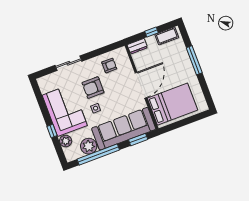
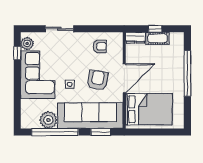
cot: (167, 36) -> (158, 38), moved
window: (194, 60) -> (187, 73), width x1.46
armchair: (93, 88) -> (98, 80), moved, turned 98
window: (52, 131) -> (17, 53), moved
plant: (66, 141) -> (27, 43), moved

